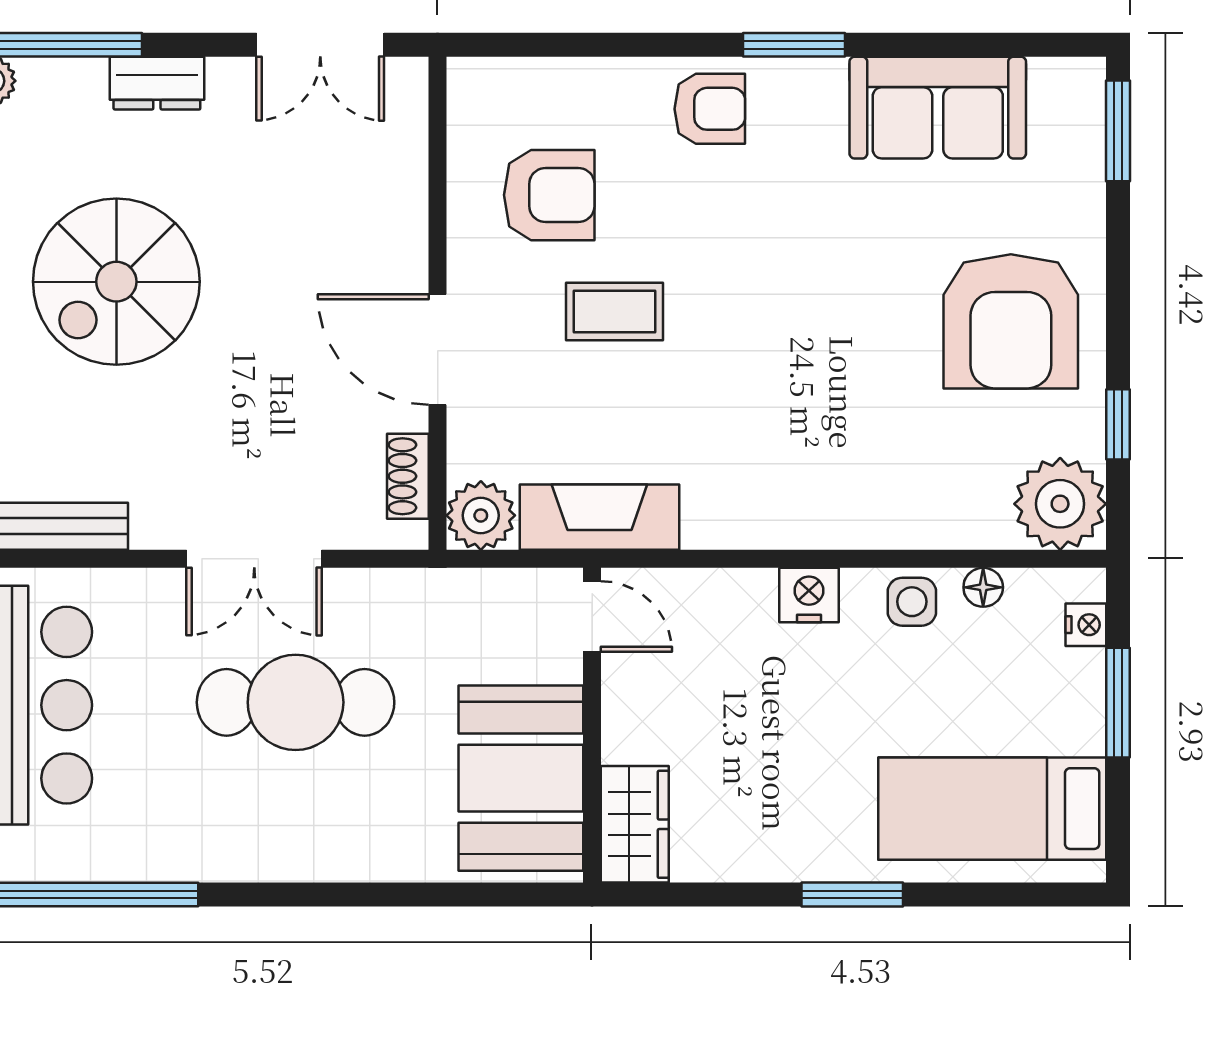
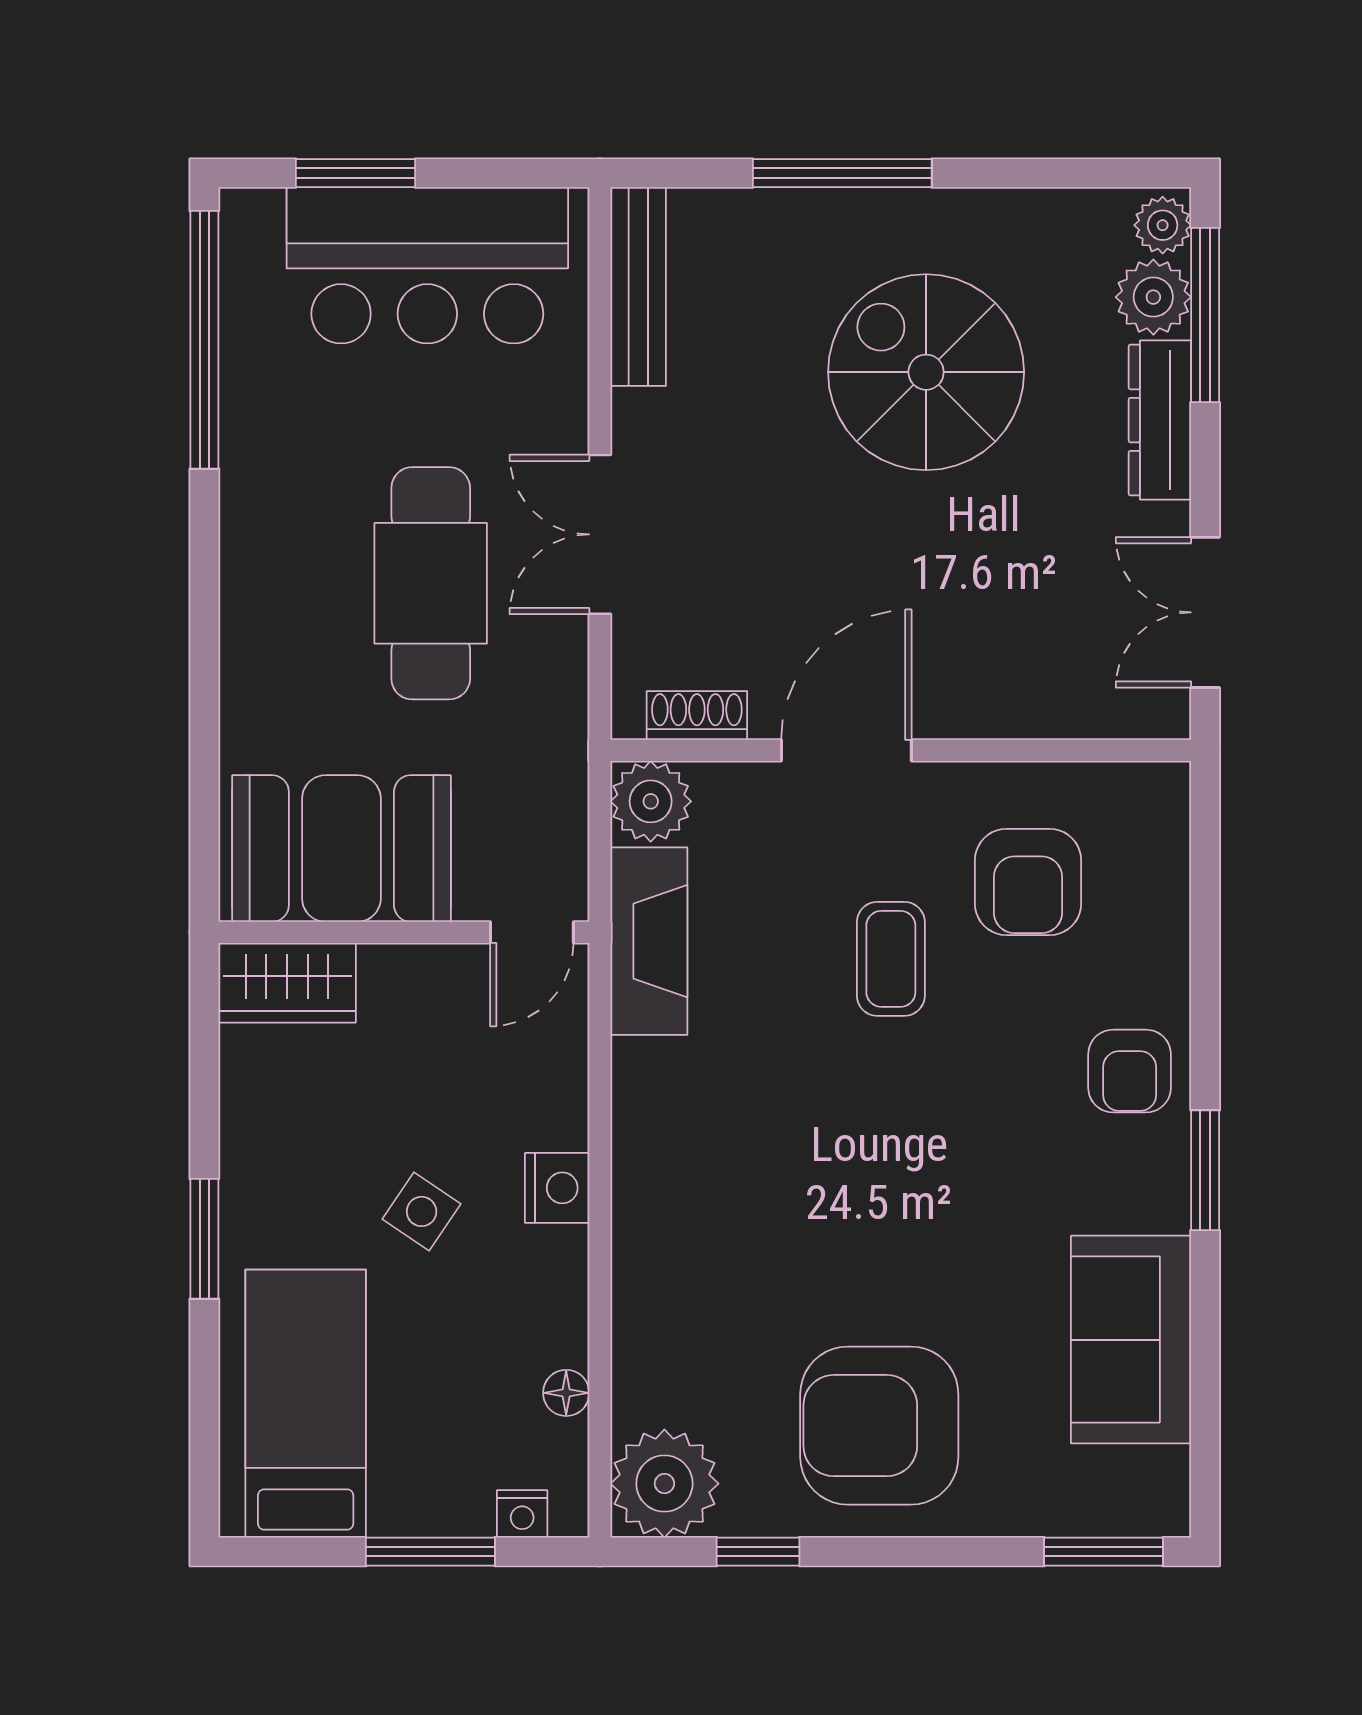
dresser: (157, 83) -> (1160, 420), width x1.44
plant: (52, 89) -> (1153, 297), added
side table: (912, 602) -> (422, 1211), moved, turned 34

